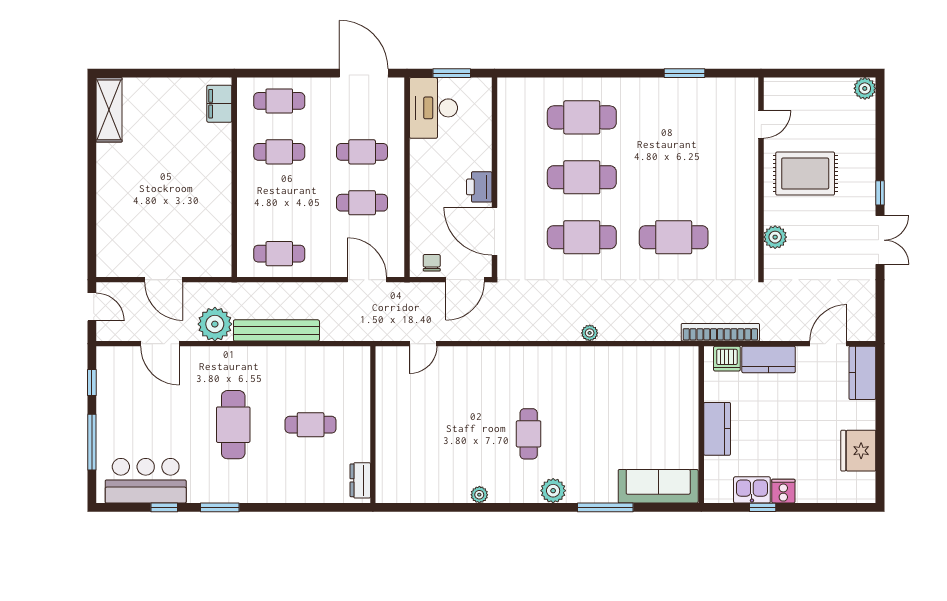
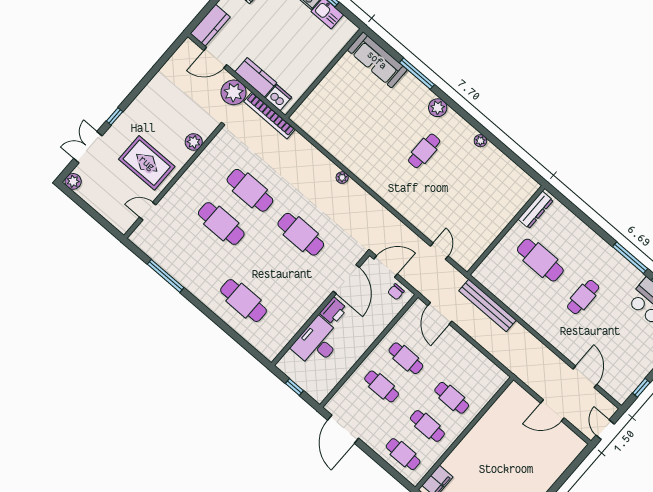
window: (452, 73) -> (294, 387), width x0.67
window: (684, 73) -> (166, 276), width x1.44
desk: (433, 108) -> (317, 343), moved, turned 180
cafe table: (582, 177) -> (221, 224), moved
double door: (880, 240) -> (88, 147), moved
cafe table: (279, 254) -> (452, 398), moved
door: (164, 280) -> (552, 410), swing flipped
plant: (215, 324) -> (234, 92), moved
bench: (276, 330) -> (488, 305), moved
door: (423, 344) -> (439, 251), hinge flipped
cafe table: (233, 425) -> (583, 297), width x0.73, depth x0.74
cafe table: (311, 425) -> (540, 260), width x1.37, depth x1.35
kitchen counter: (717, 429) -> (317, 64), removed
dresser: (360, 480) -> (536, 210), width x1.44
window: (220, 507) -> (630, 258), width x1.44

